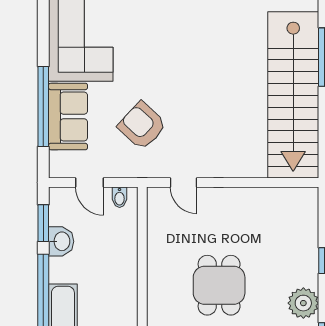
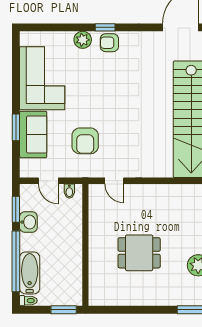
window: (43, 106) -> (16, 127), width x0.47
armchair: (142, 126) -> (85, 141), turned -133
dining table: (219, 285) -> (139, 253), turned 90

